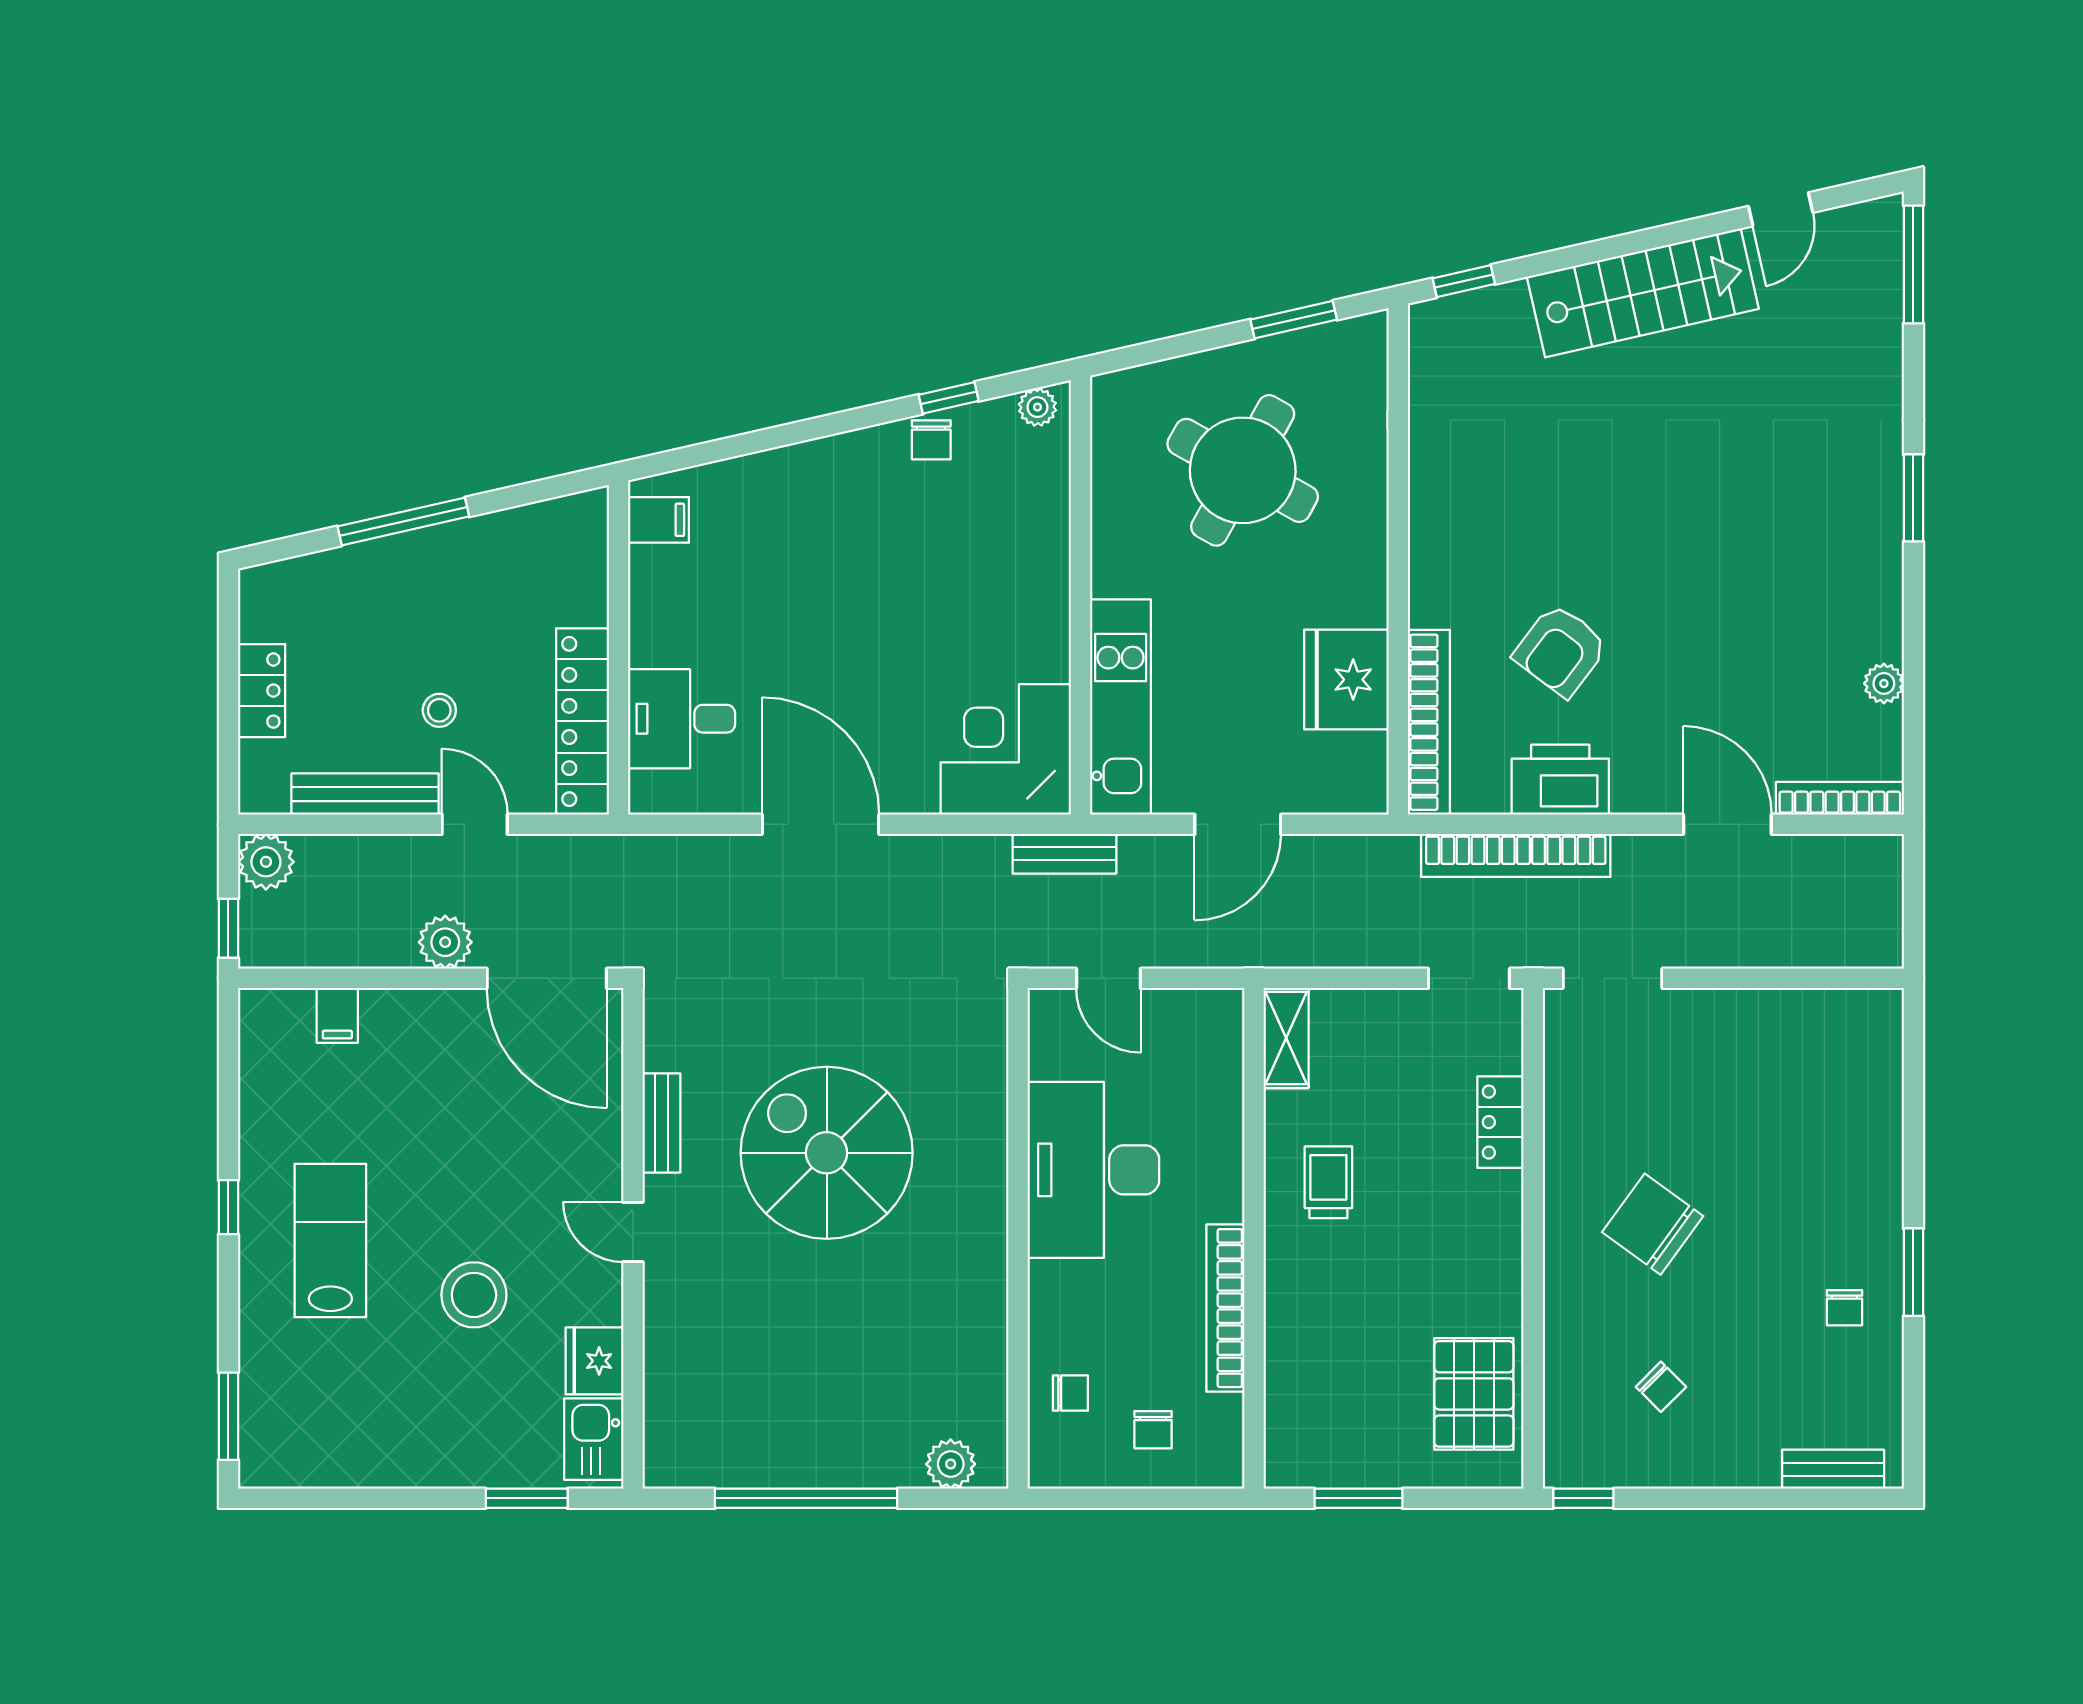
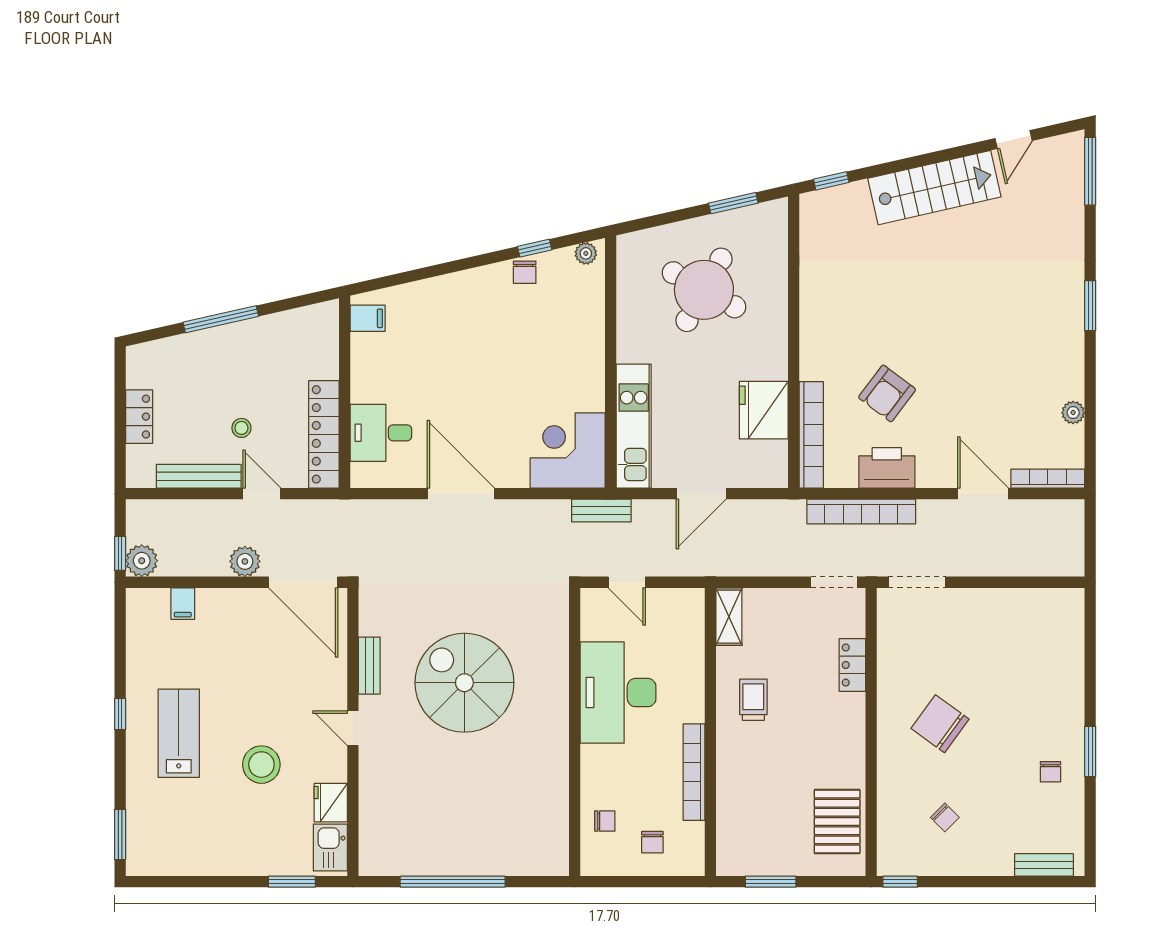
plant: (266, 862) -> (142, 561), moved
plant: (951, 1464) -> (536, 862), removed

